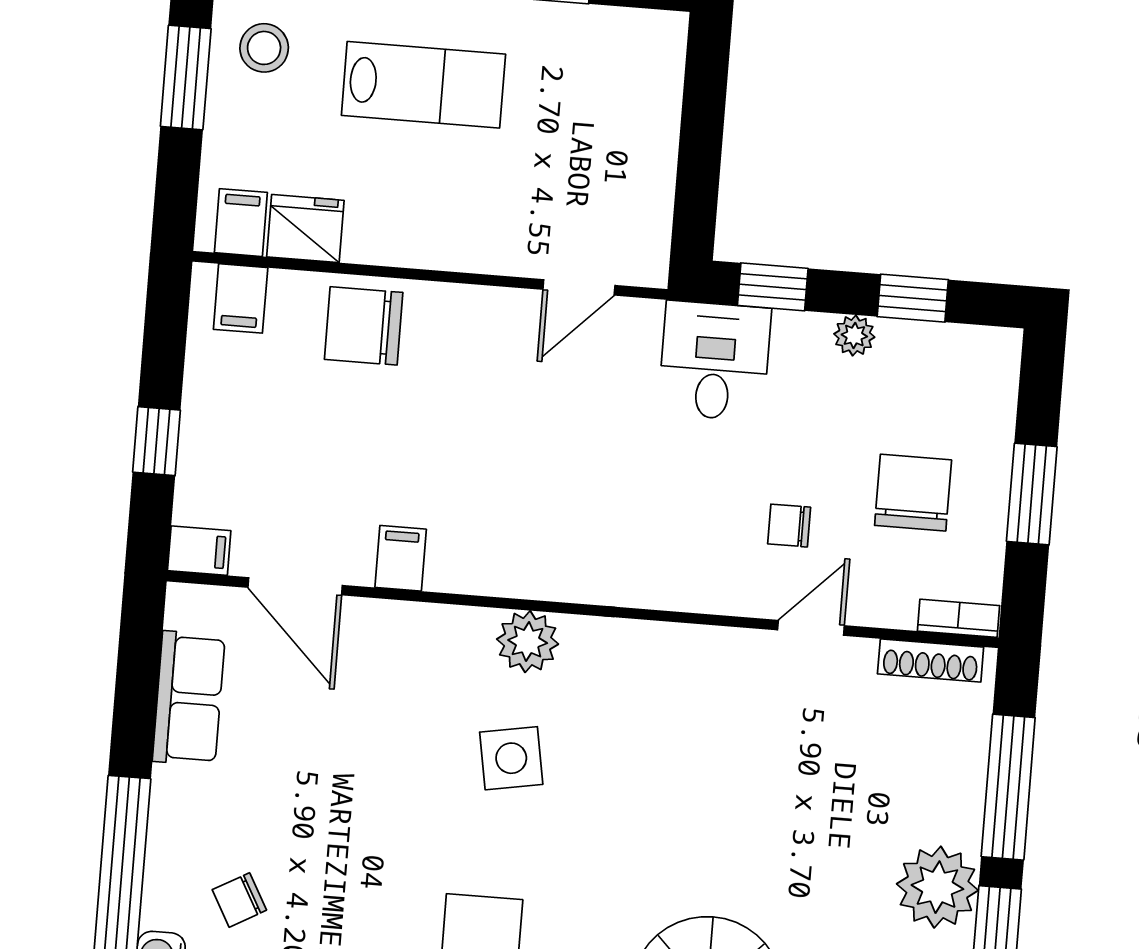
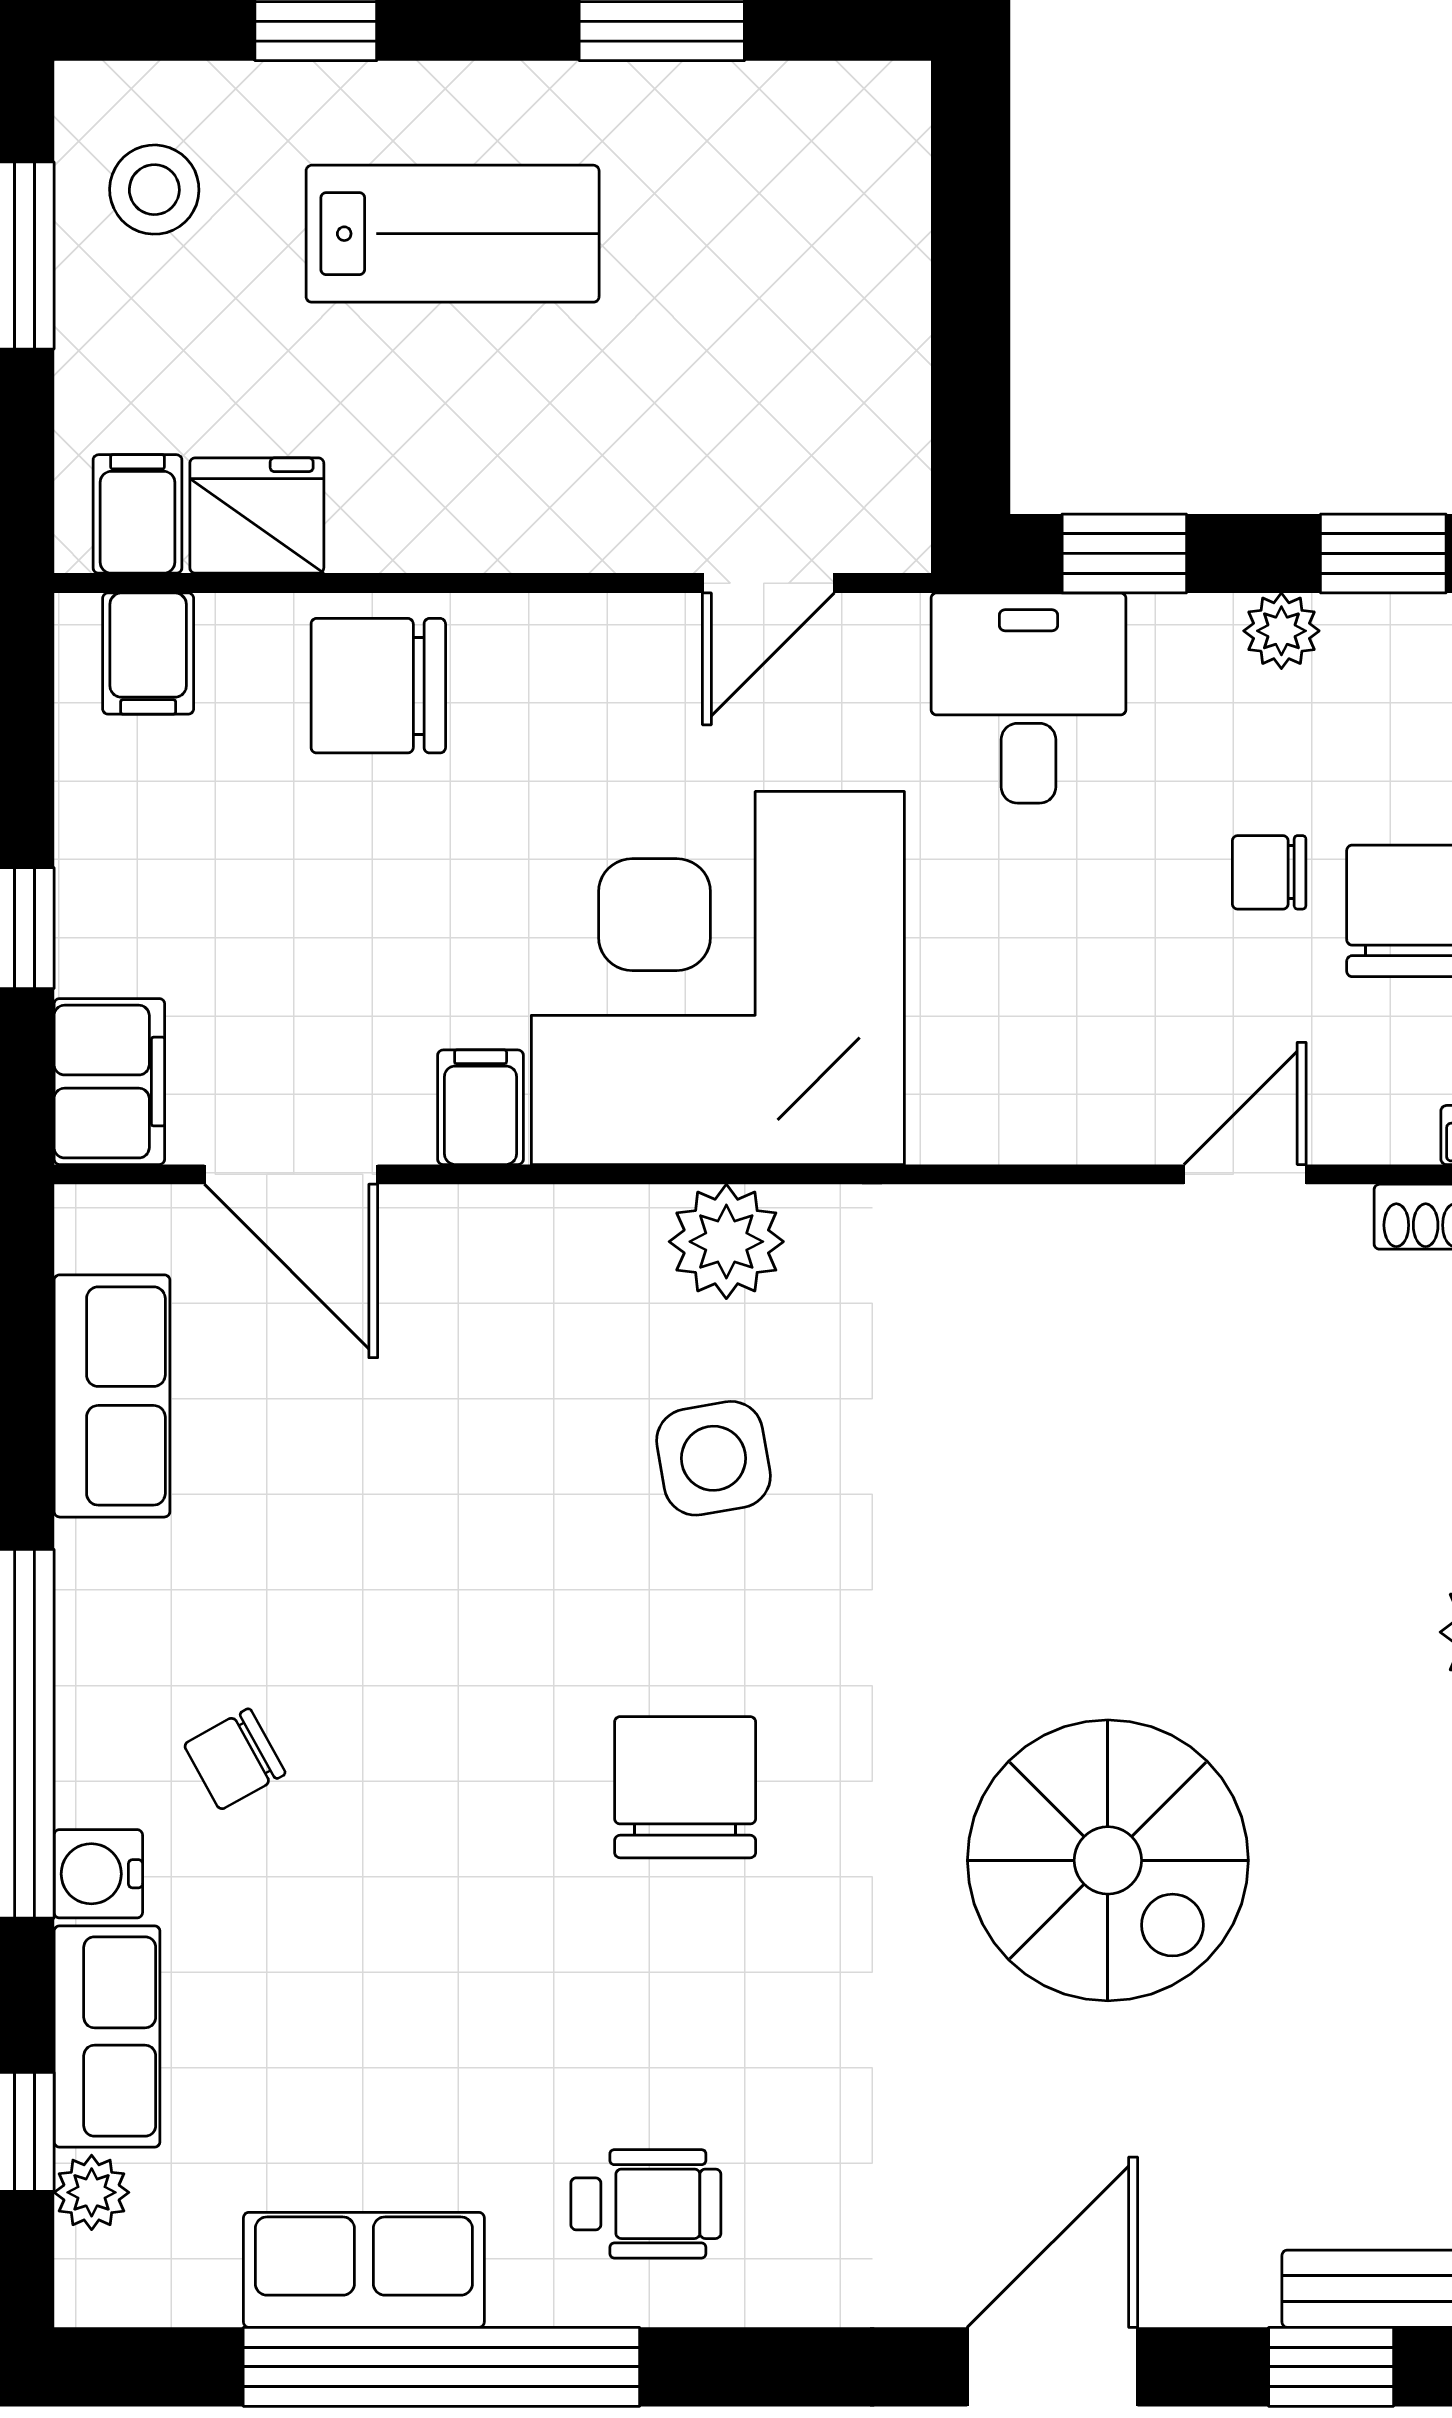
corner desk: (535, 499) -> (718, 978), added
chair: (789, 526) -> (1269, 872), moved
filing cabinet: (199, 551) -> (109, 1082), width x2.00

